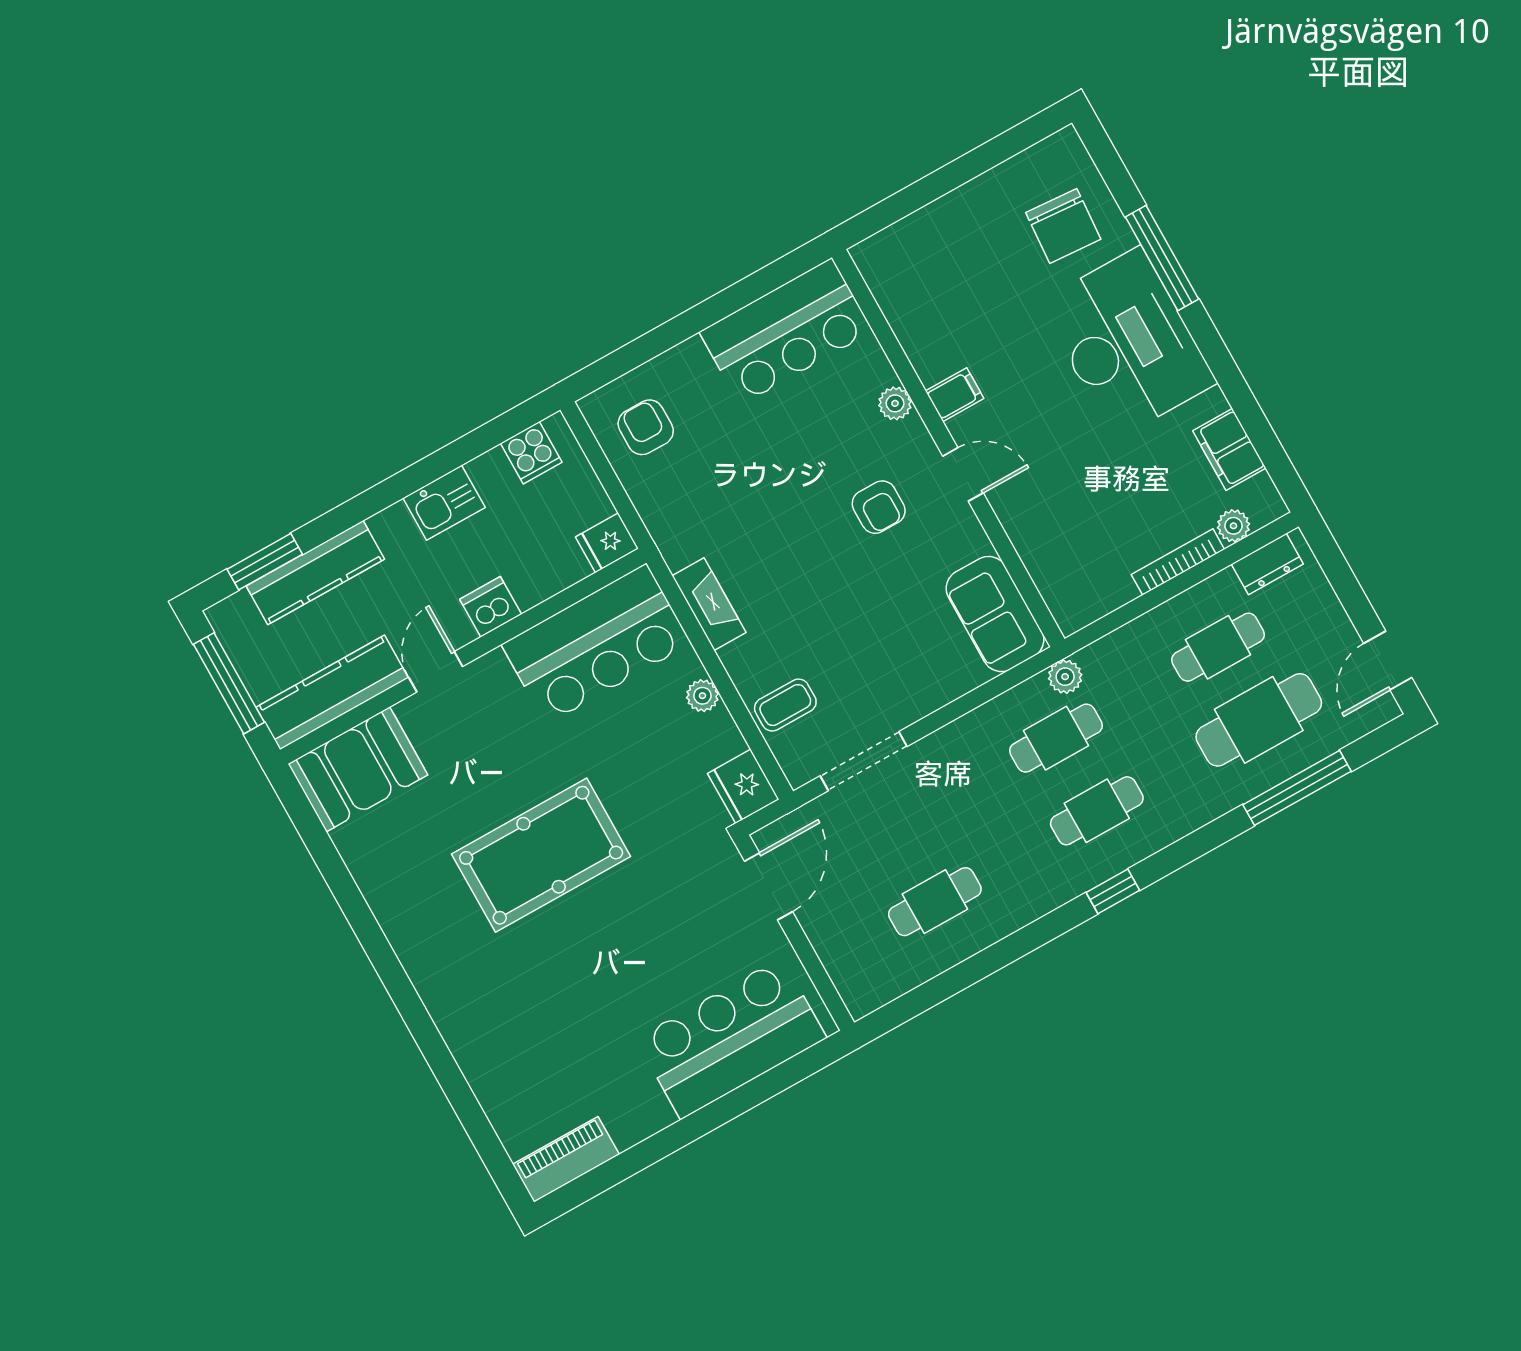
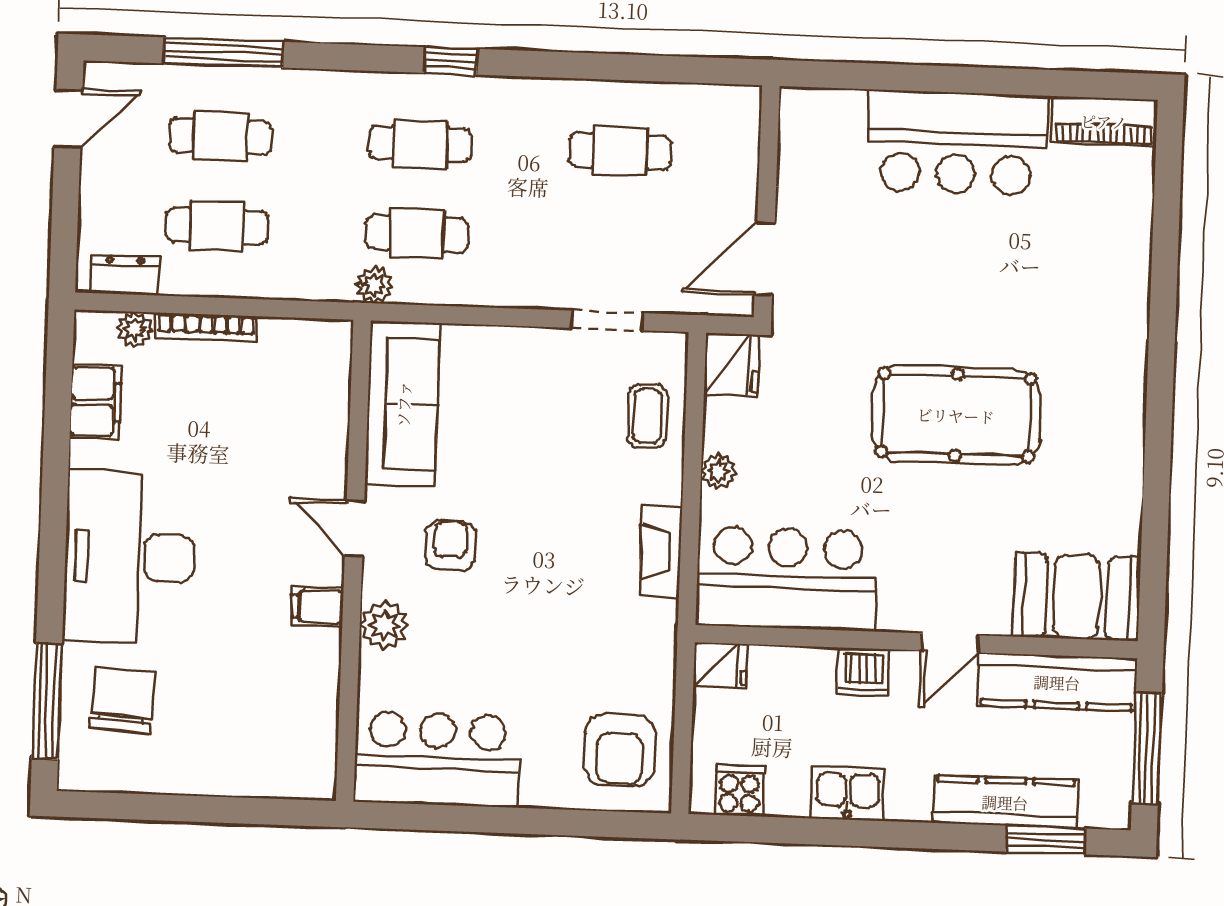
window: (1162, 258) -> (47, 701), moved
plant: (895, 403) -> (384, 625), width x1.38, depth x1.38
armchair: (646, 427) -> (620, 750), width x1.38, depth x1.38
sofa: (995, 614) -> (403, 404), width x1.36
coffee table: (785, 705) -> (647, 416), turned 90
cafe table: (1259, 720) -> (220, 137), width x0.73, depth x0.74
doorway: (864, 761) -> (607, 320), width x0.73
bar counter: (731, 1038) -> (957, 143), moved

